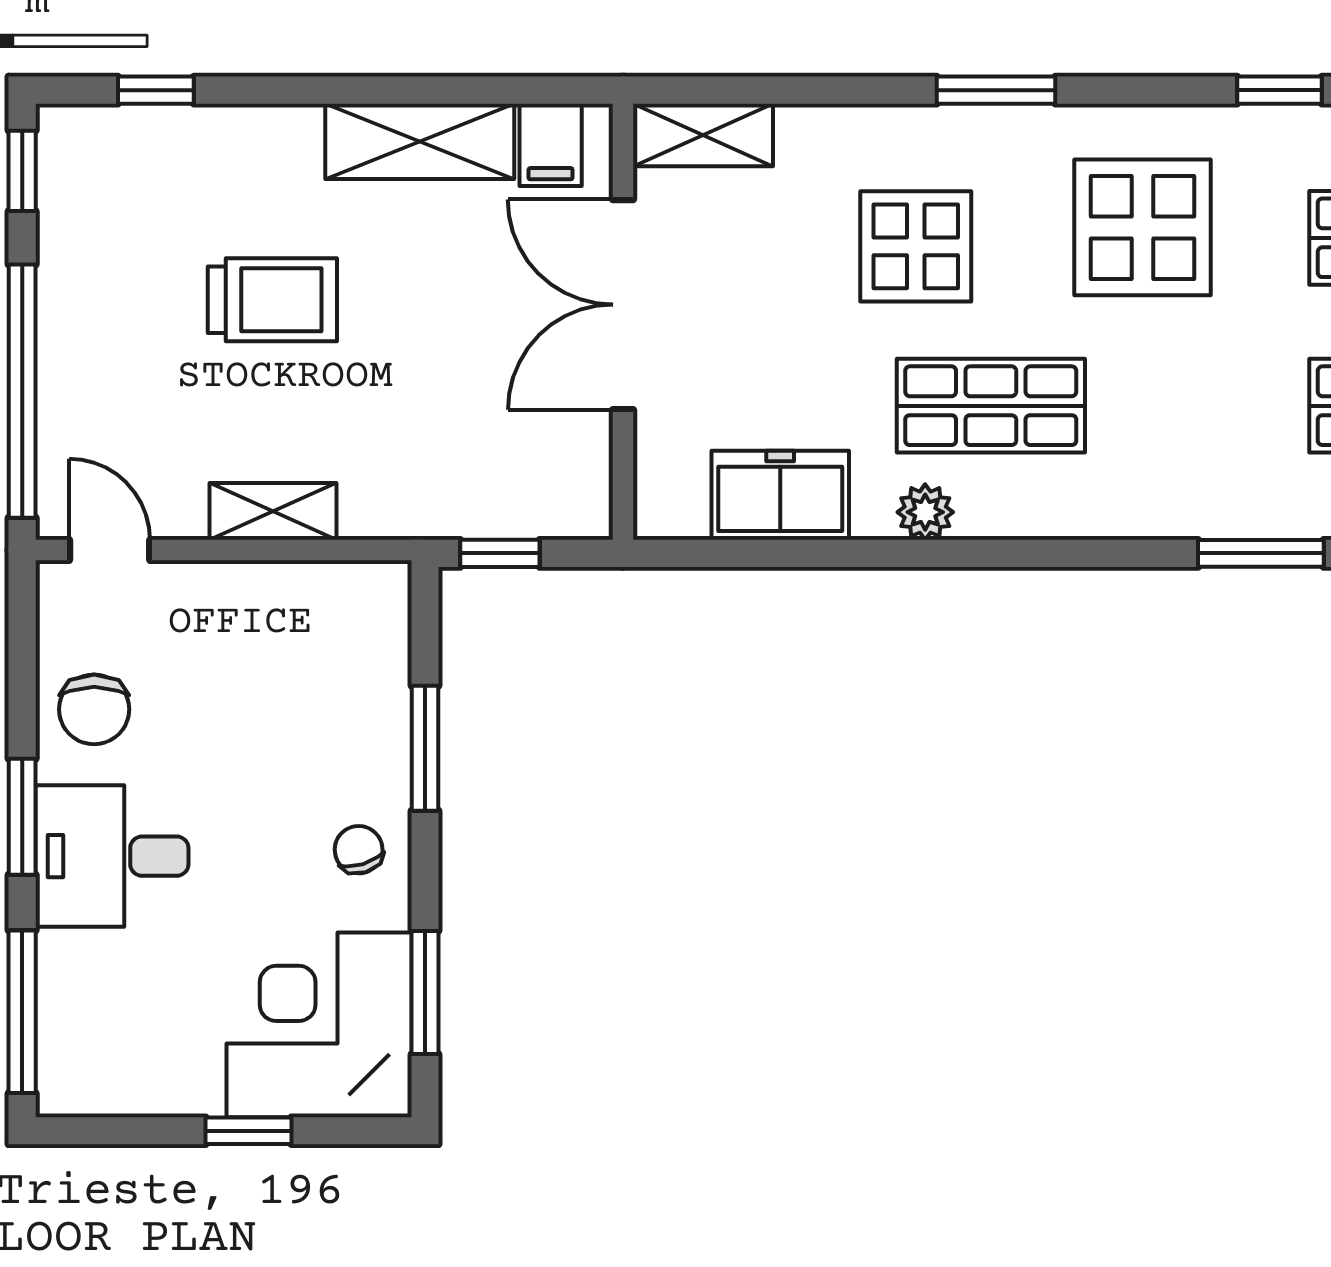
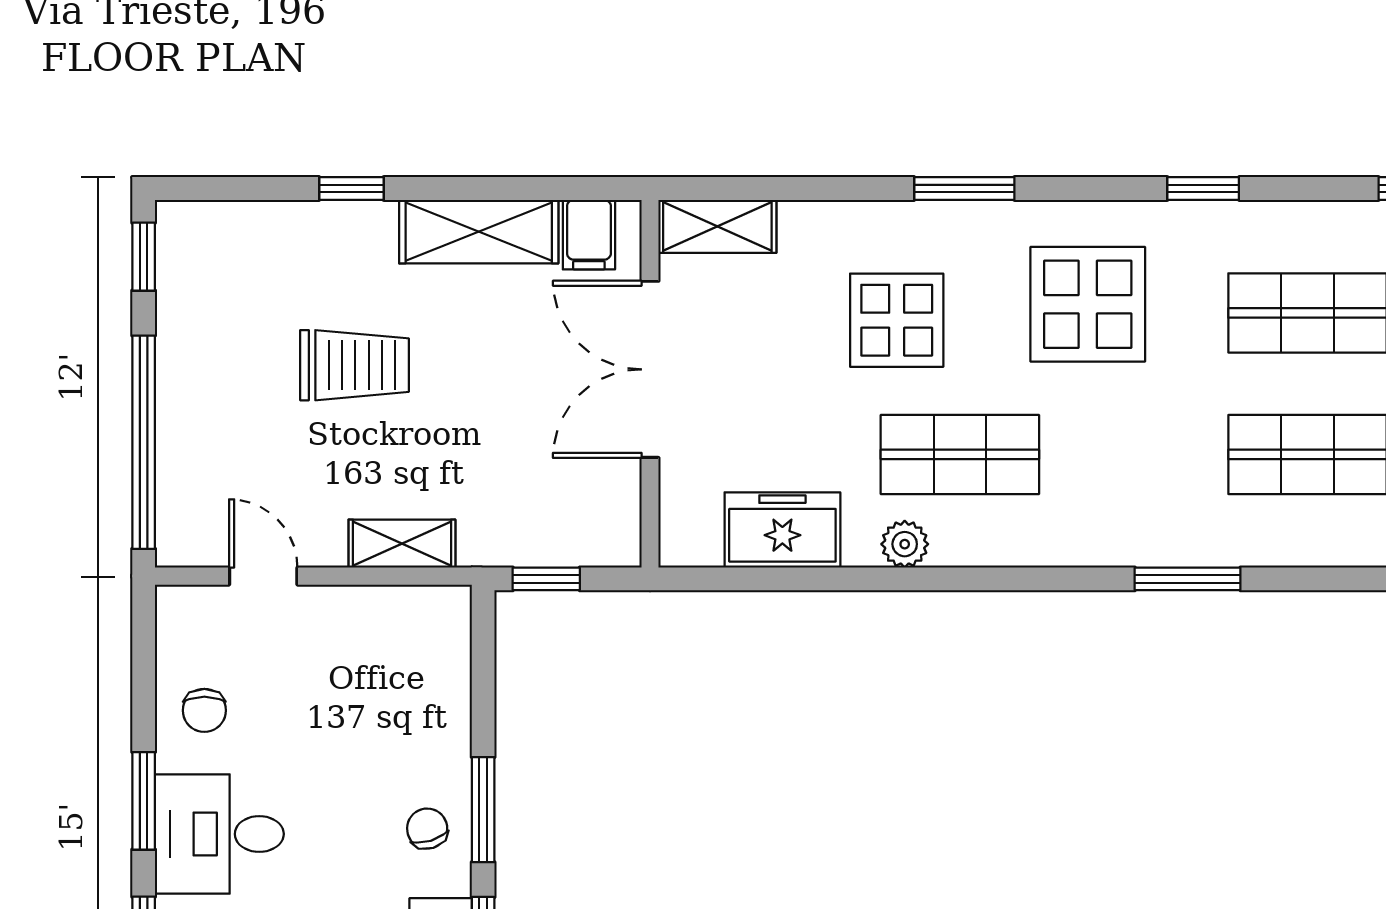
window: (156, 90) -> (351, 189), moved
shelving: (273, 511) -> (402, 544), moved
door: (110, 550) -> (263, 576), moved
chair: (94, 709) -> (204, 710), width x0.73, depth x0.73
window: (425, 748) -> (483, 810), moved

